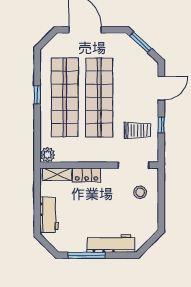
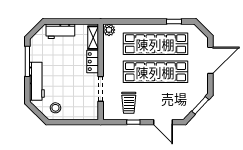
window: (37, 95) -> (174, 21), moved
doorway: (133, 165) -> (101, 89), moved
stool: (140, 192) -> (55, 108), moved

